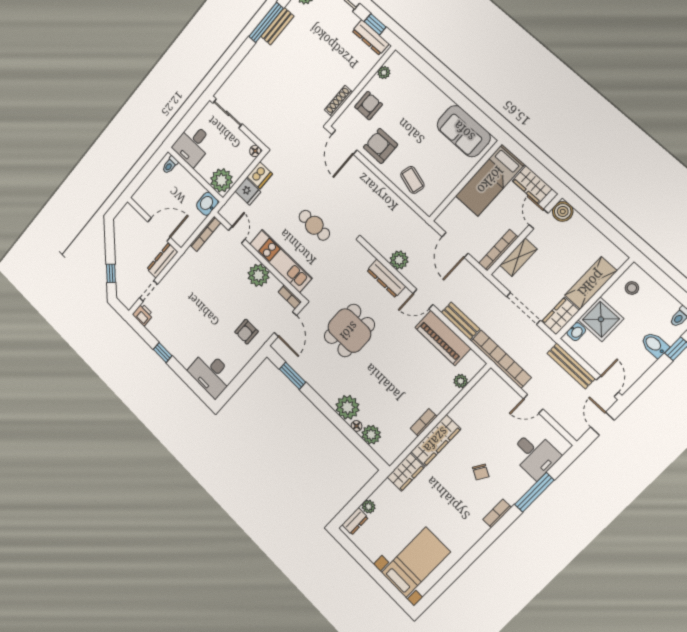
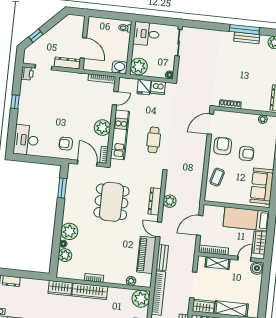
armchair: (369, 106) -> (246, 154), moved
door: (285, 324) -> (87, 163), swing flipped
dining table: (349, 331) -> (111, 202), width x1.38
plant: (369, 507) -> (141, 299), moved, width x1.88, depth x1.88

